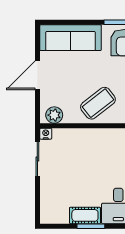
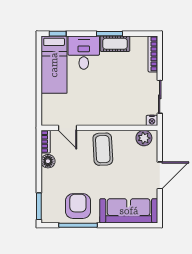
coffee table: (98, 103) -> (103, 149), turned -55
bookcase: (45, 205) -> (153, 54), added

